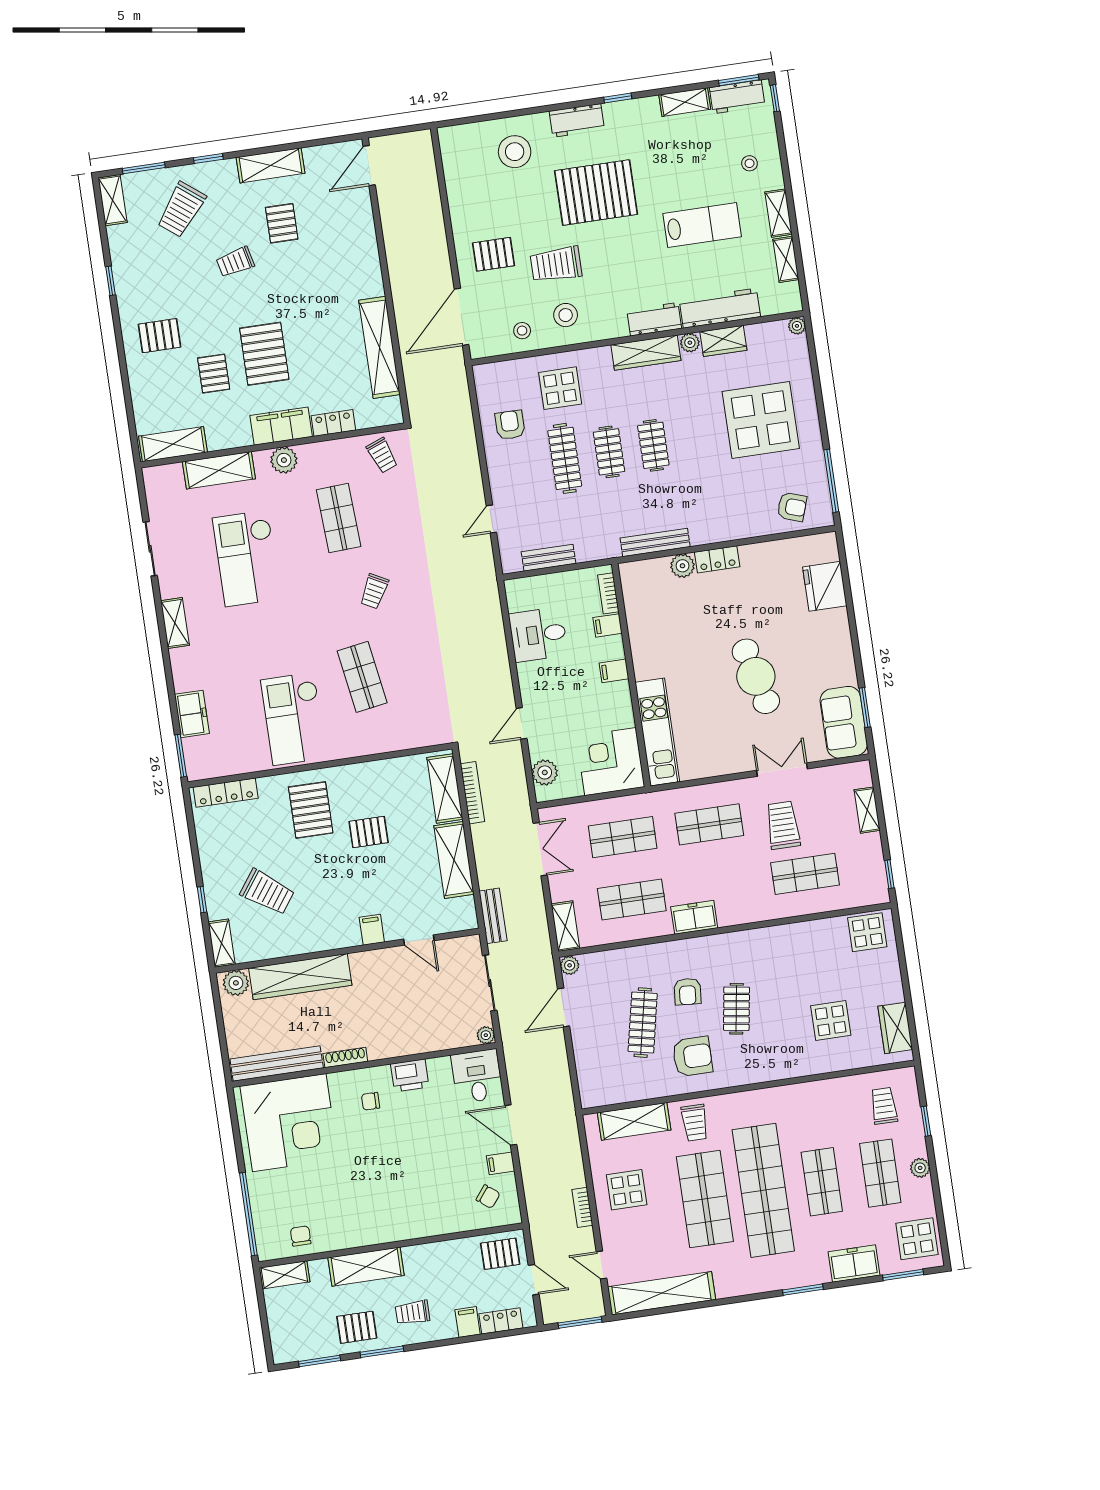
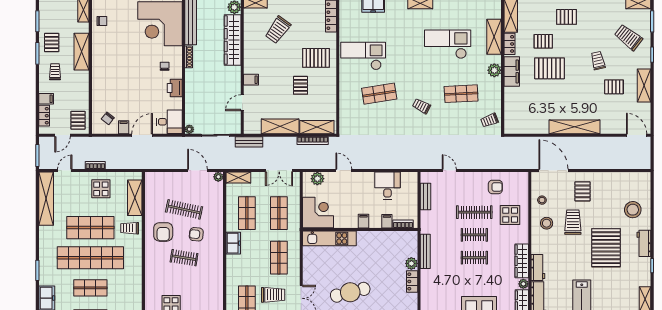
pallet: (160, 336) -> (566, 17), turned 90
shelving: (379, 347) -> (574, 127), moved
locker: (333, 423) -> (509, 44), moved

